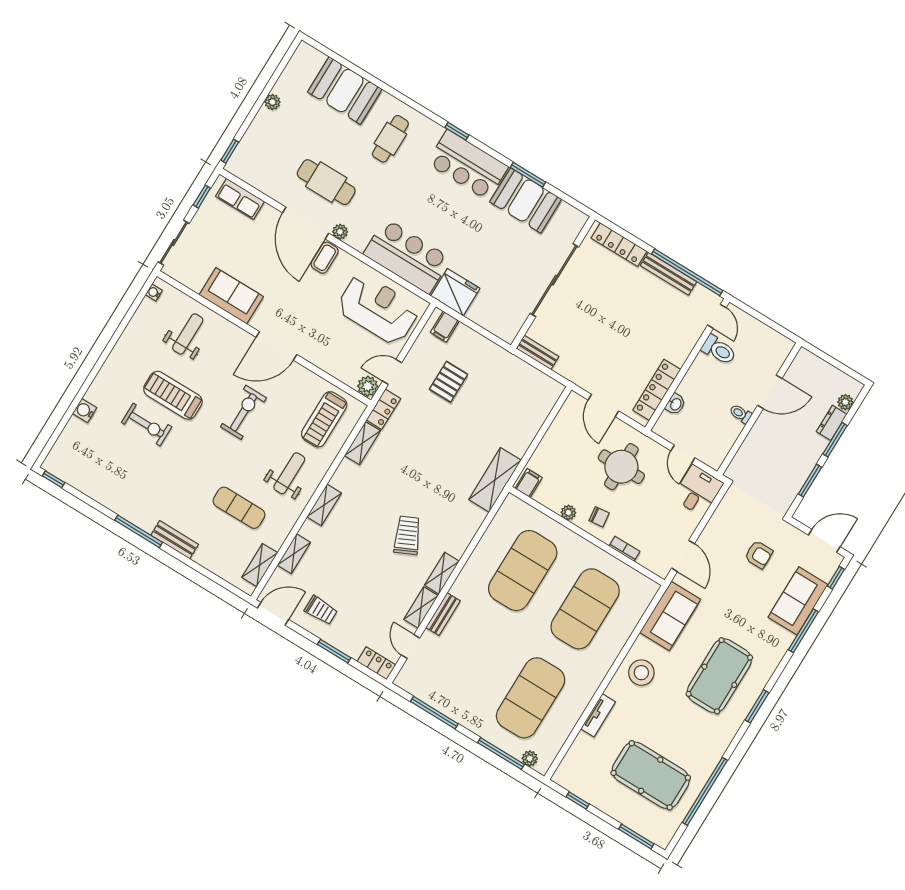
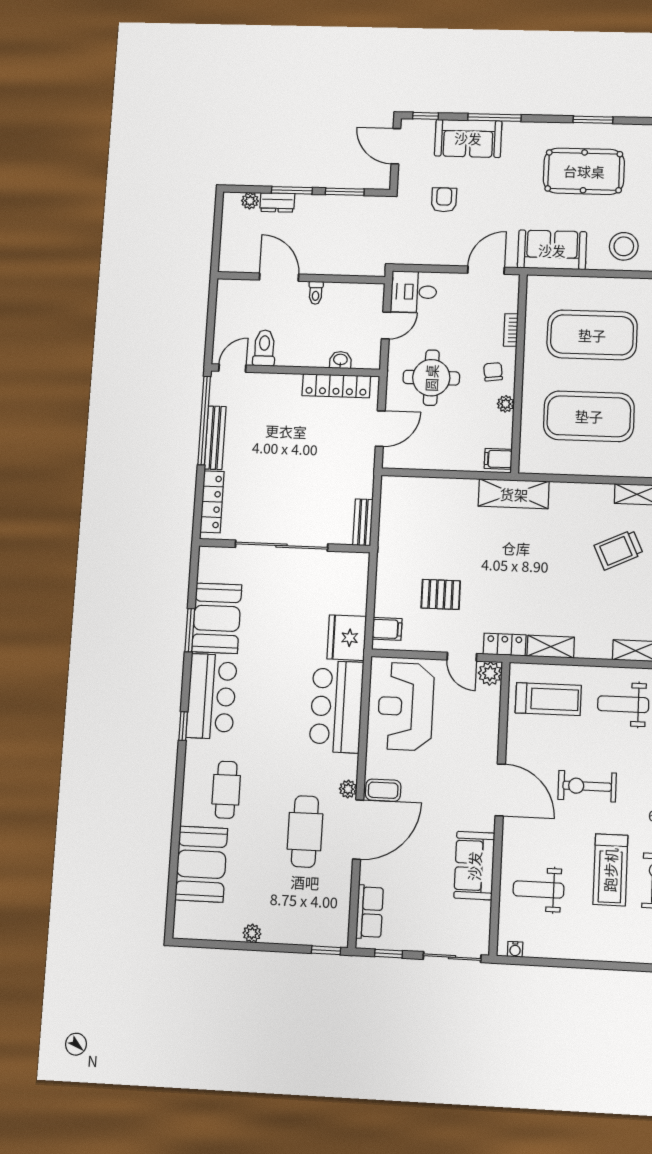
cafe table: (390, 139) -> (226, 790), turned 90

